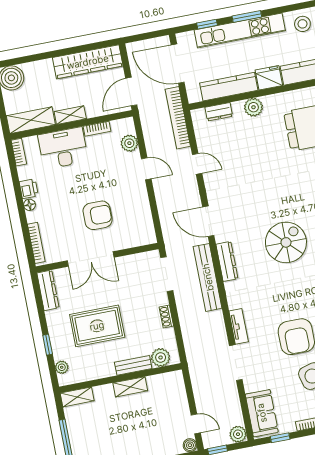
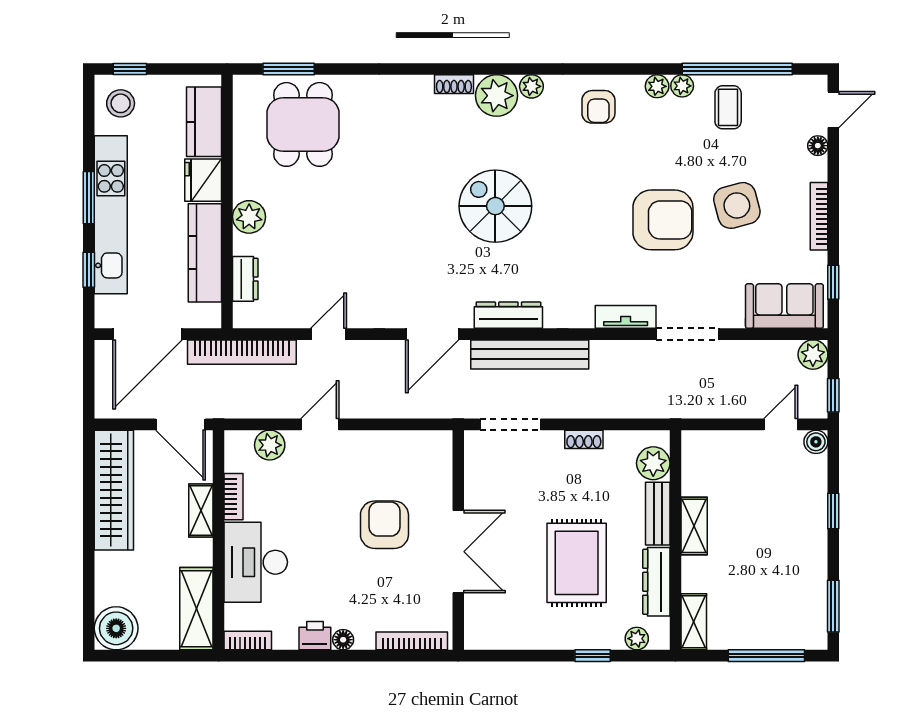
shelving: (70, 115) -> (201, 510), moved
dresser: (48, 290) -> (656, 582), moved, turned -90

